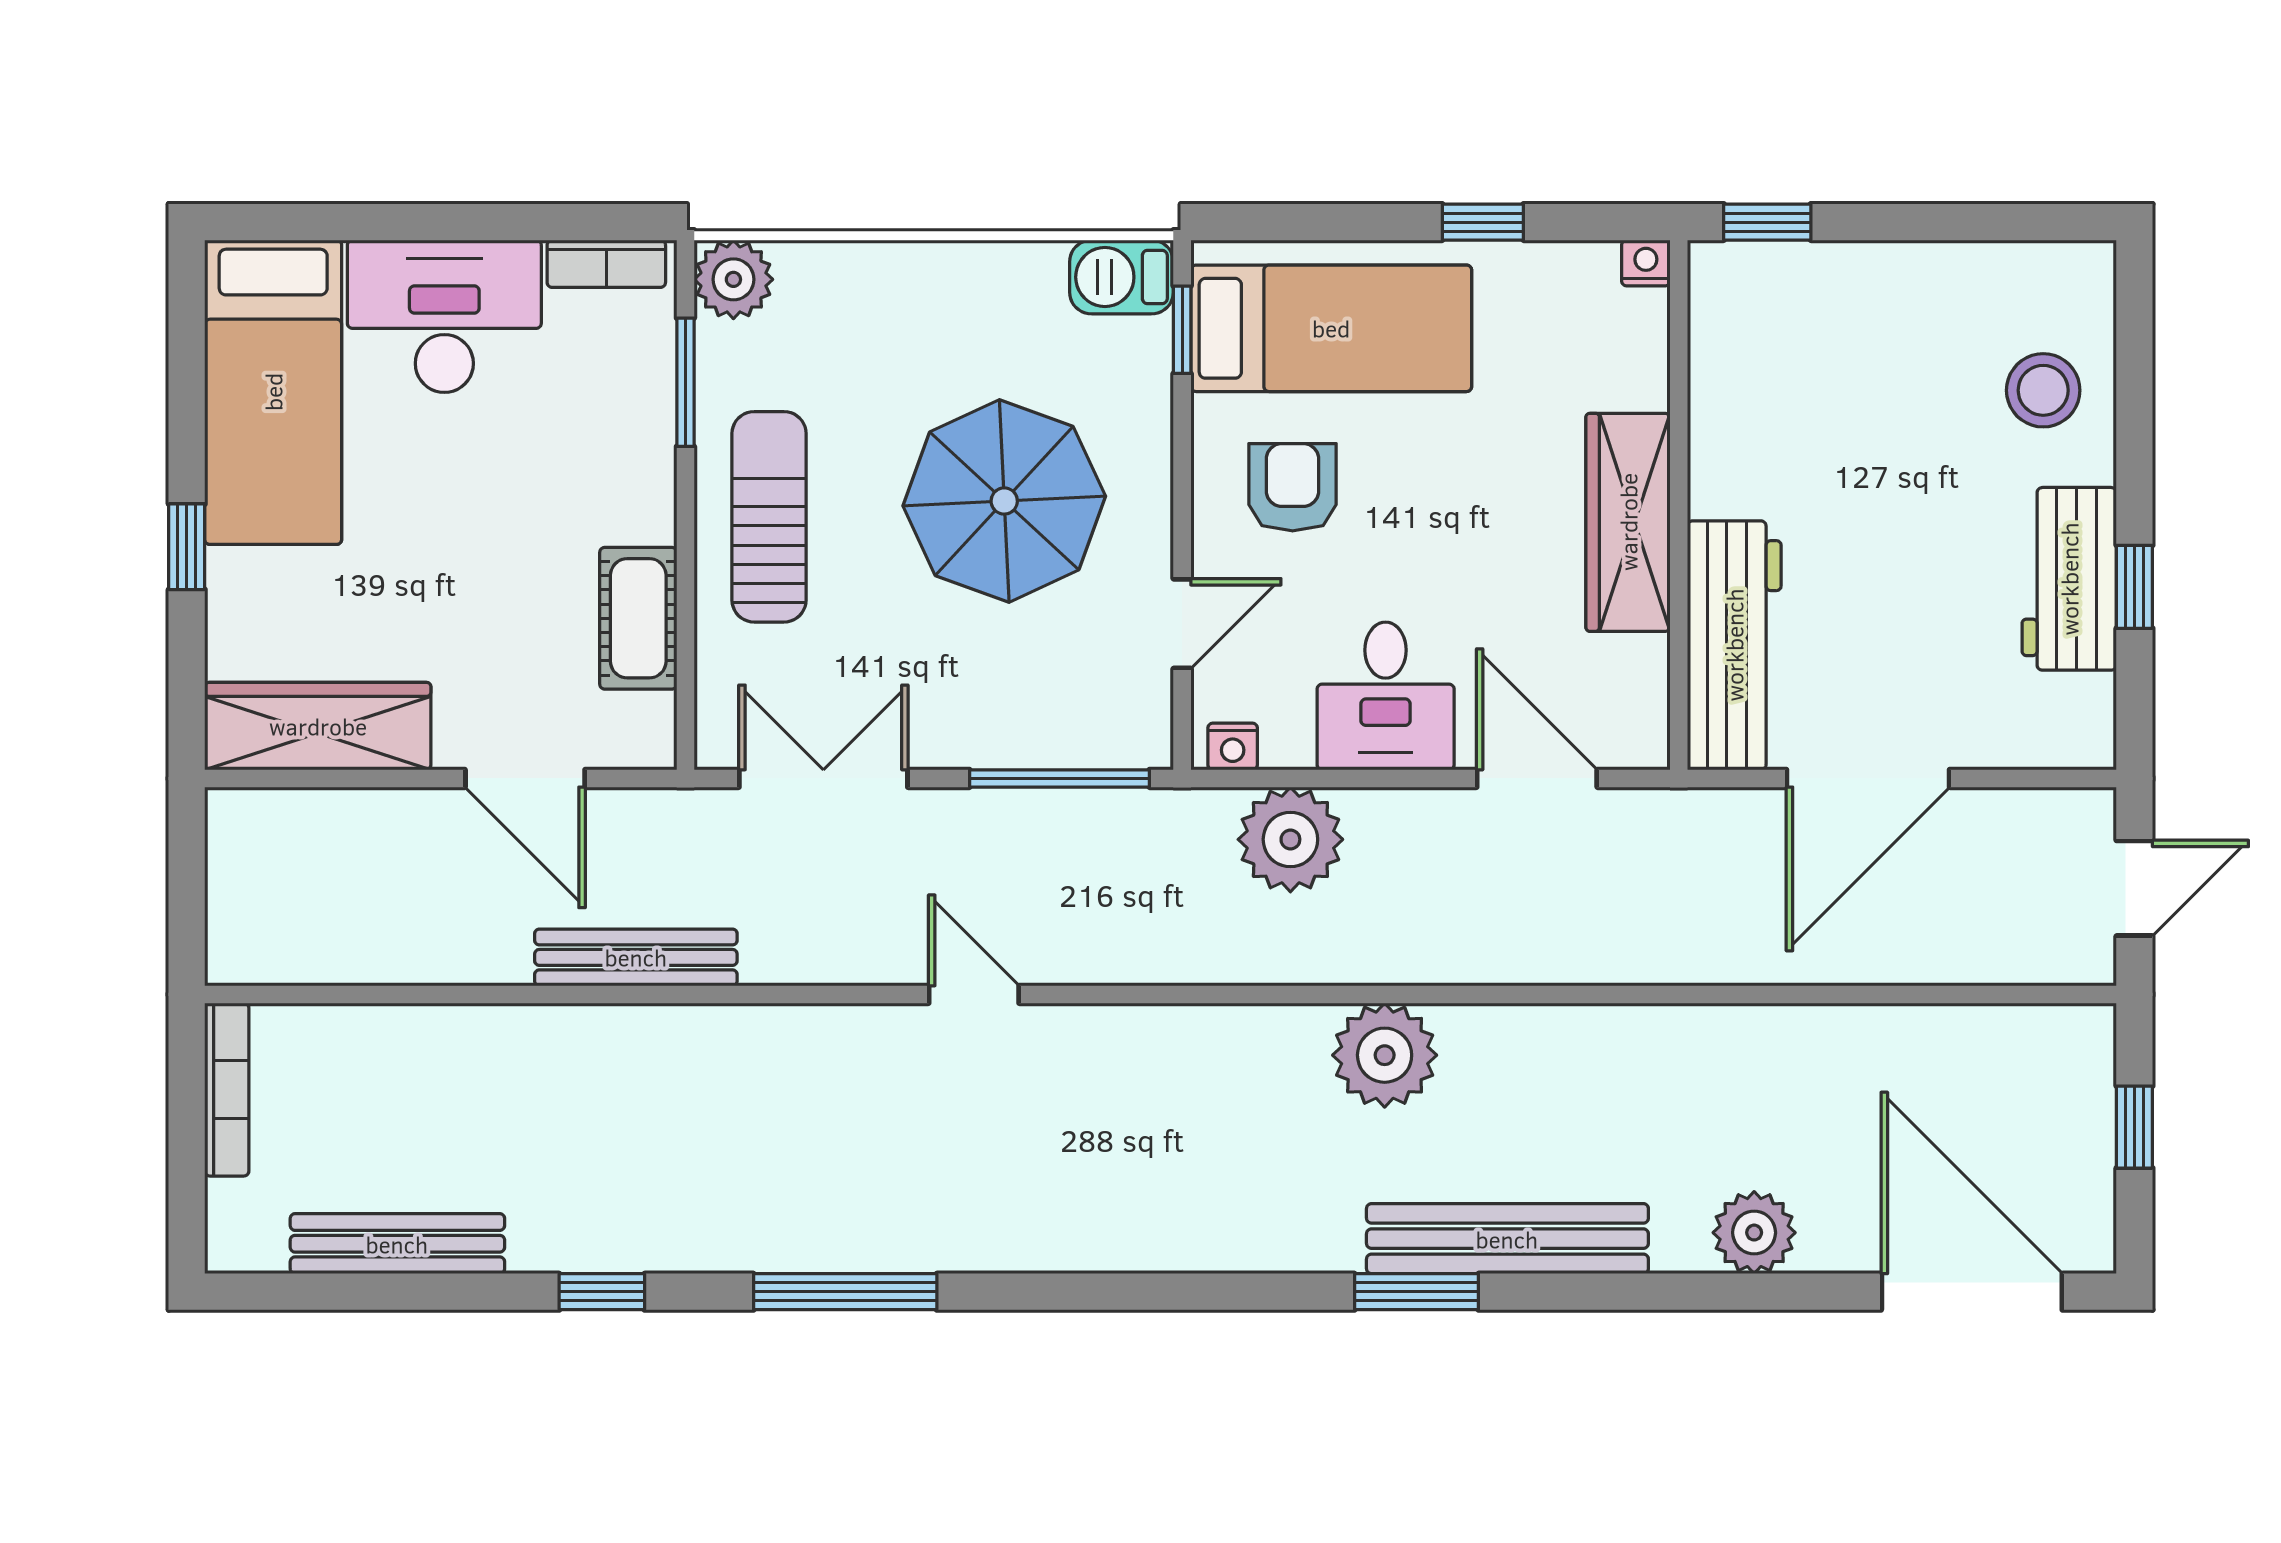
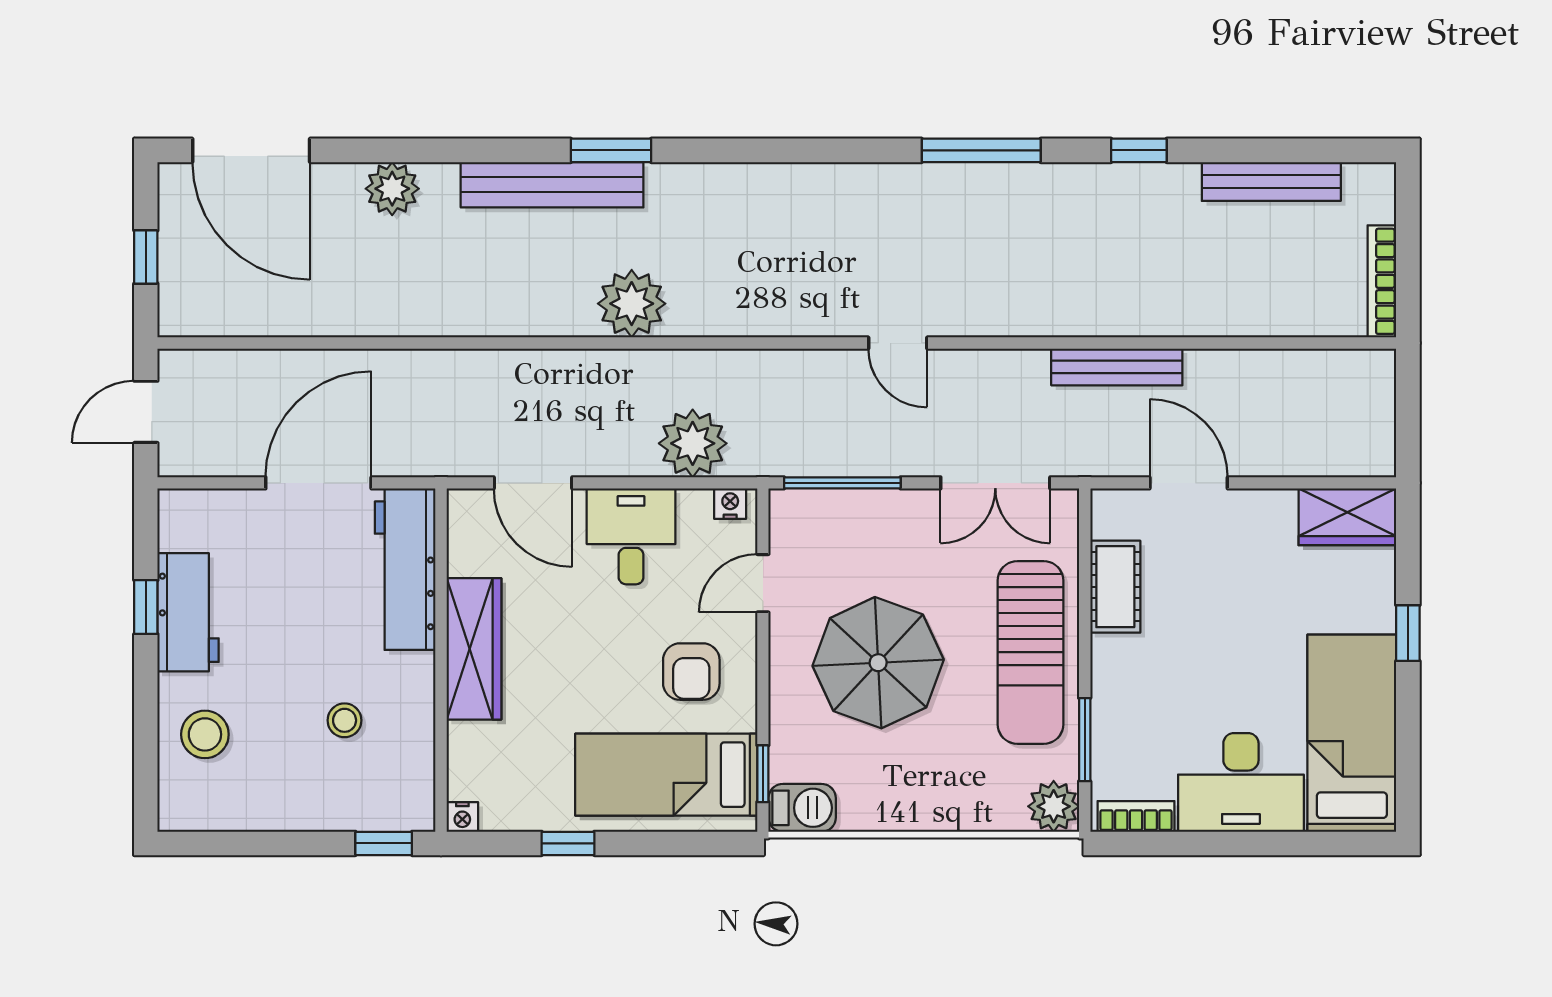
stool: (1828, 412) -> (345, 720), added
sun lounger: (769, 517) -> (1031, 652), width x1.36, depth x1.34
wardrobe: (318, 726) -> (1347, 517), width x0.67

